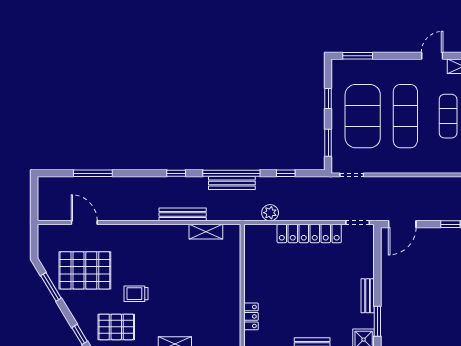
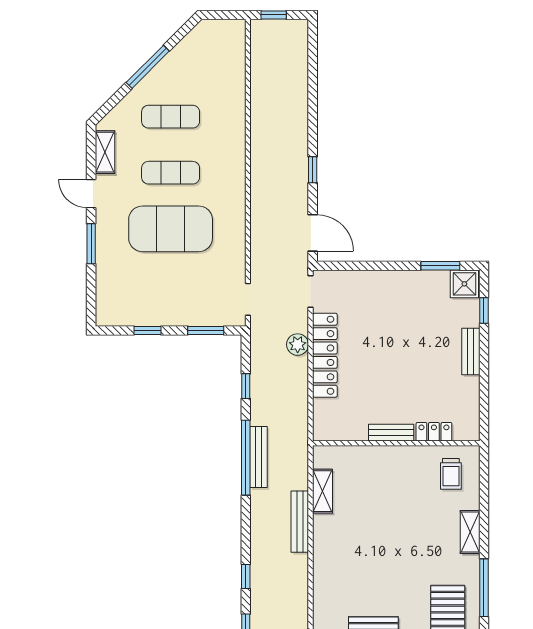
window: (358, 56) -> (91, 244), moved
exercise mat: (363, 116) -> (171, 285), removed
exercise mat: (405, 116) -> (171, 229), width x1.47
window: (176, 173) -> (246, 577), moved
plant: (270, 213) -> (298, 345), moved
trolley: (136, 294) -> (451, 474), moved
bench: (368, 296) -> (391, 433), moved

